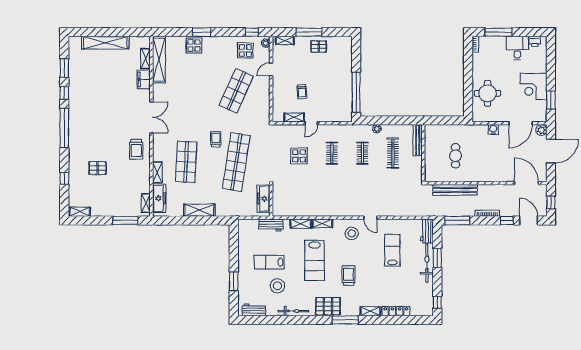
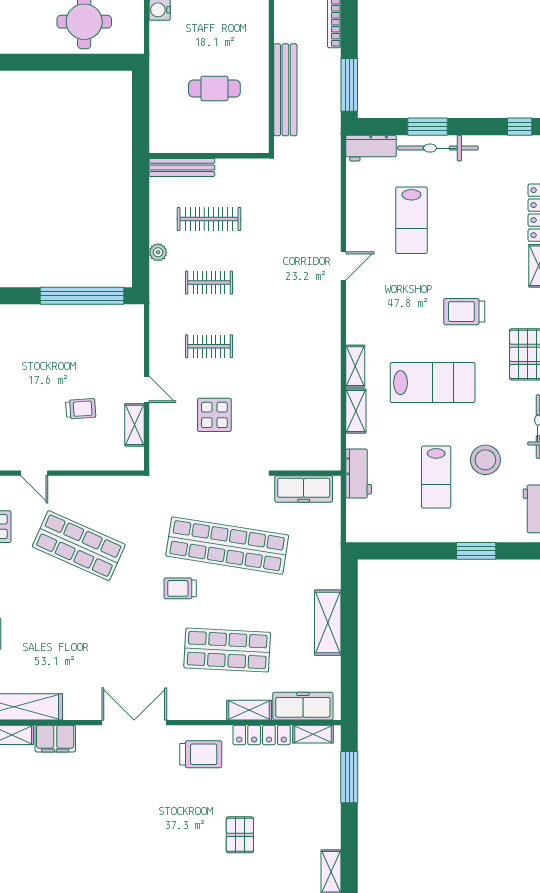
locker: (145, 178) -> (262, 735), added
stool: (352, 233) -> (376, 305), removed
lab bench: (392, 250) -> (411, 220), turned -90

